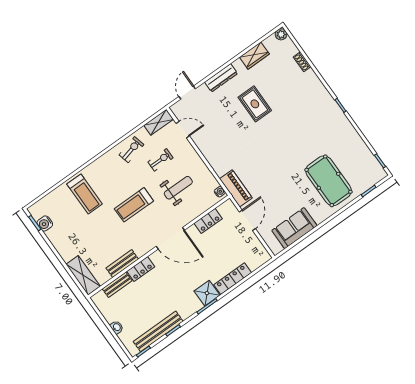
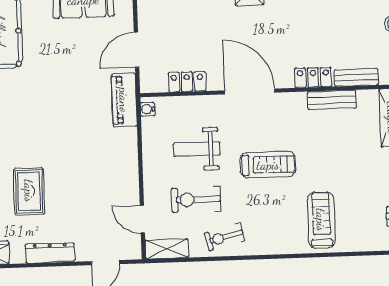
exercise bike: (160, 160) -> (196, 199), width x1.38, depth x1.39

